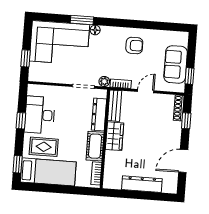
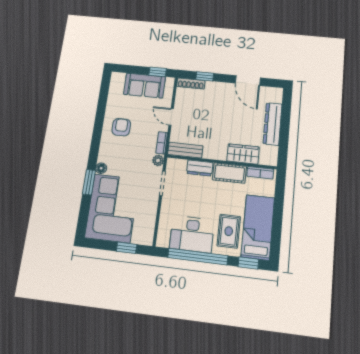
dresser: (99, 114) -> (200, 168), width x0.70
window: (21, 121) -> (198, 257), width x3.17
wardrobe: (115, 136) -> (243, 154), moved

